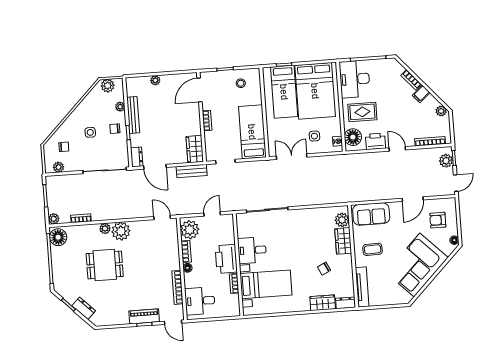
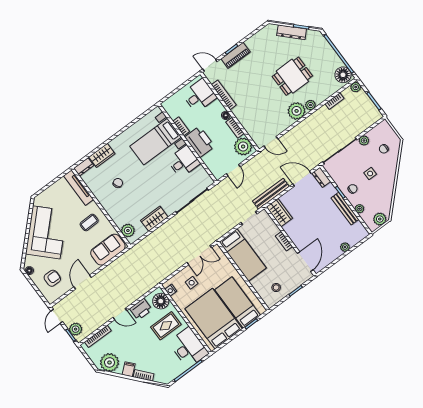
plant: (441, 111) -> (109, 362), width x1.87, depth x1.87
plant: (58, 167) -> (364, 141), moved
bench: (192, 171) -> (271, 194), width x1.36
wardrobe: (343, 241) -> (154, 219), moved, turned -90
dresser: (84, 308) -> (292, 32), width x1.44

